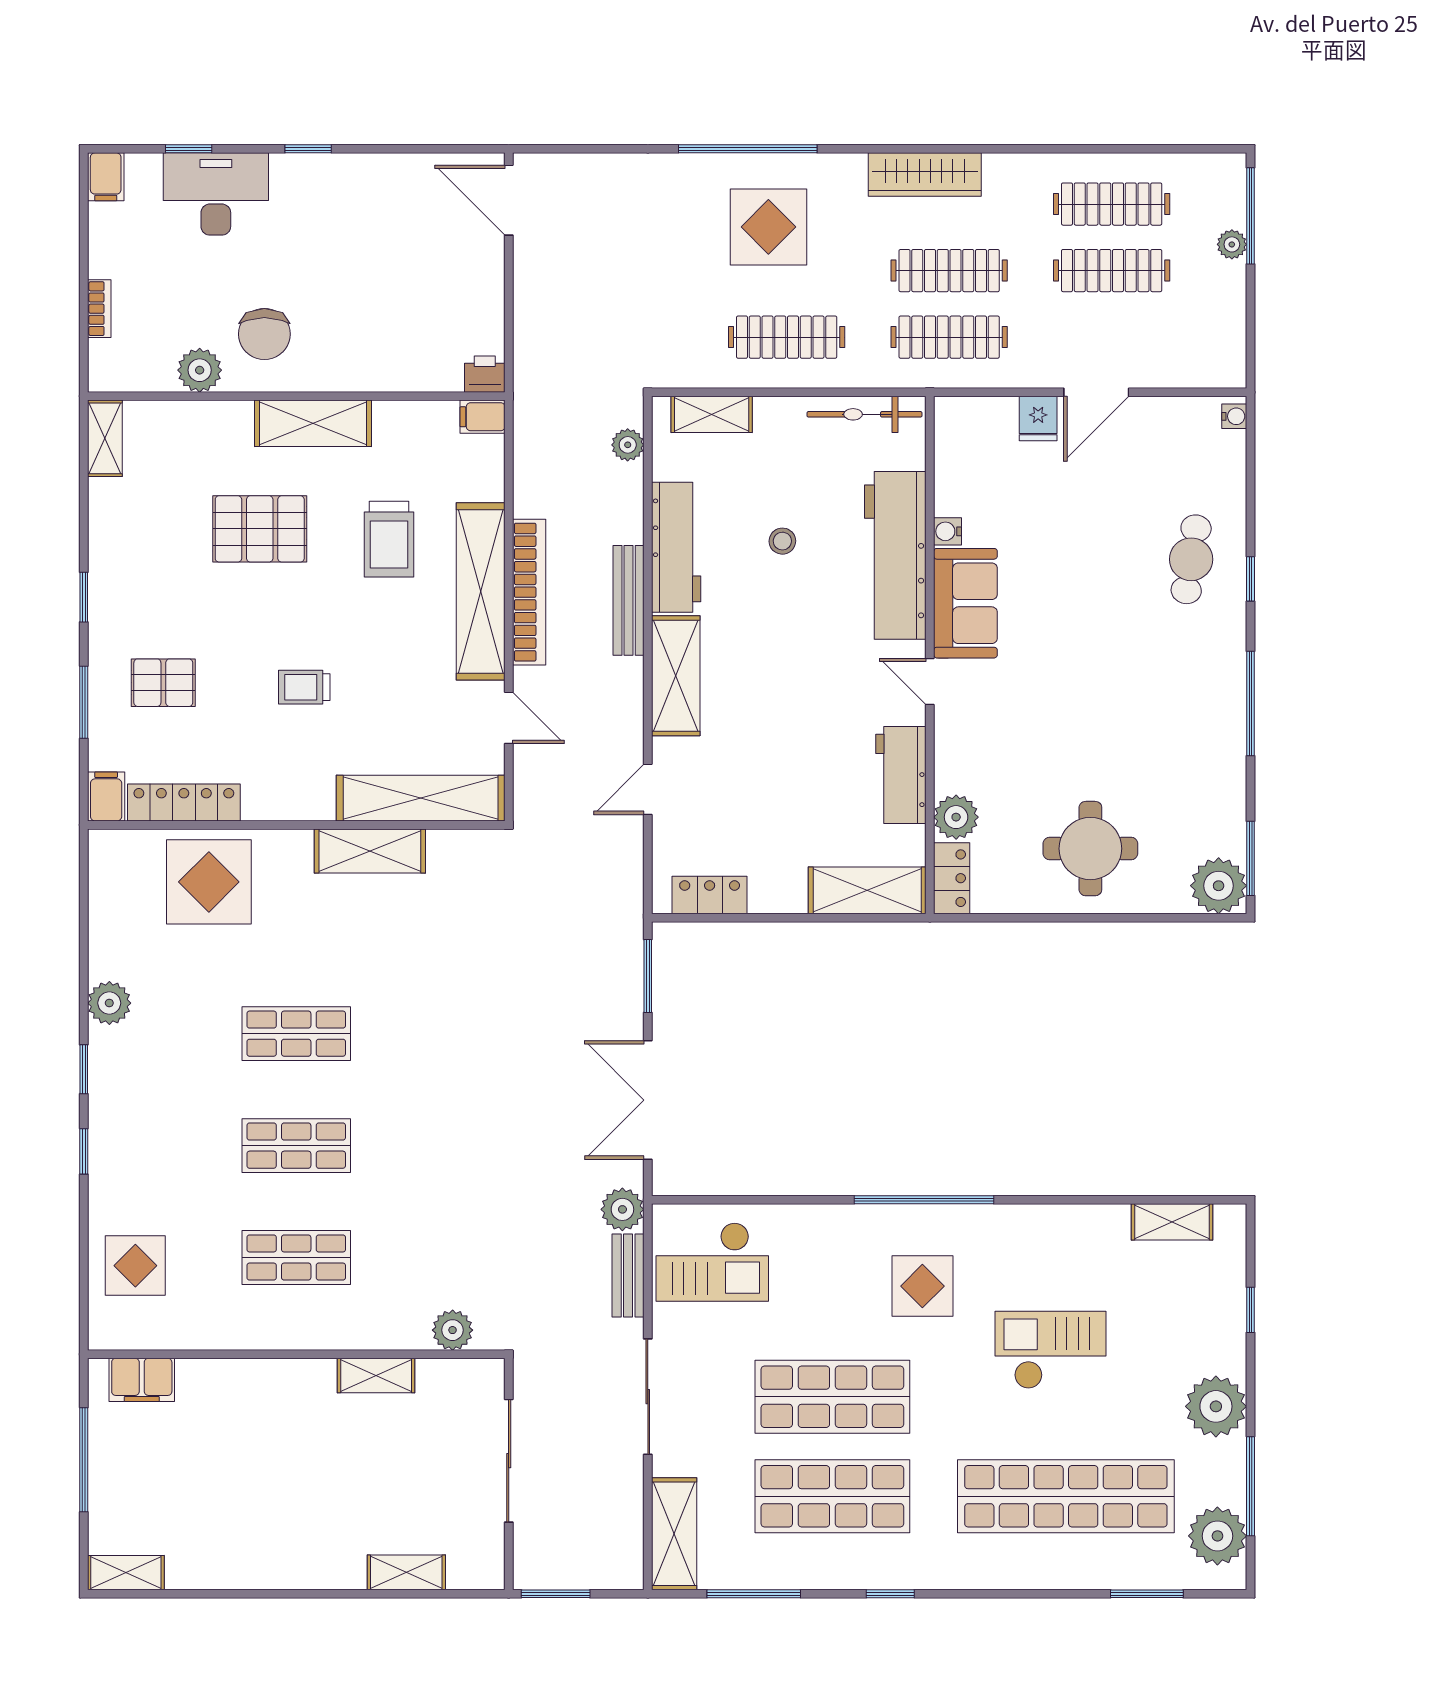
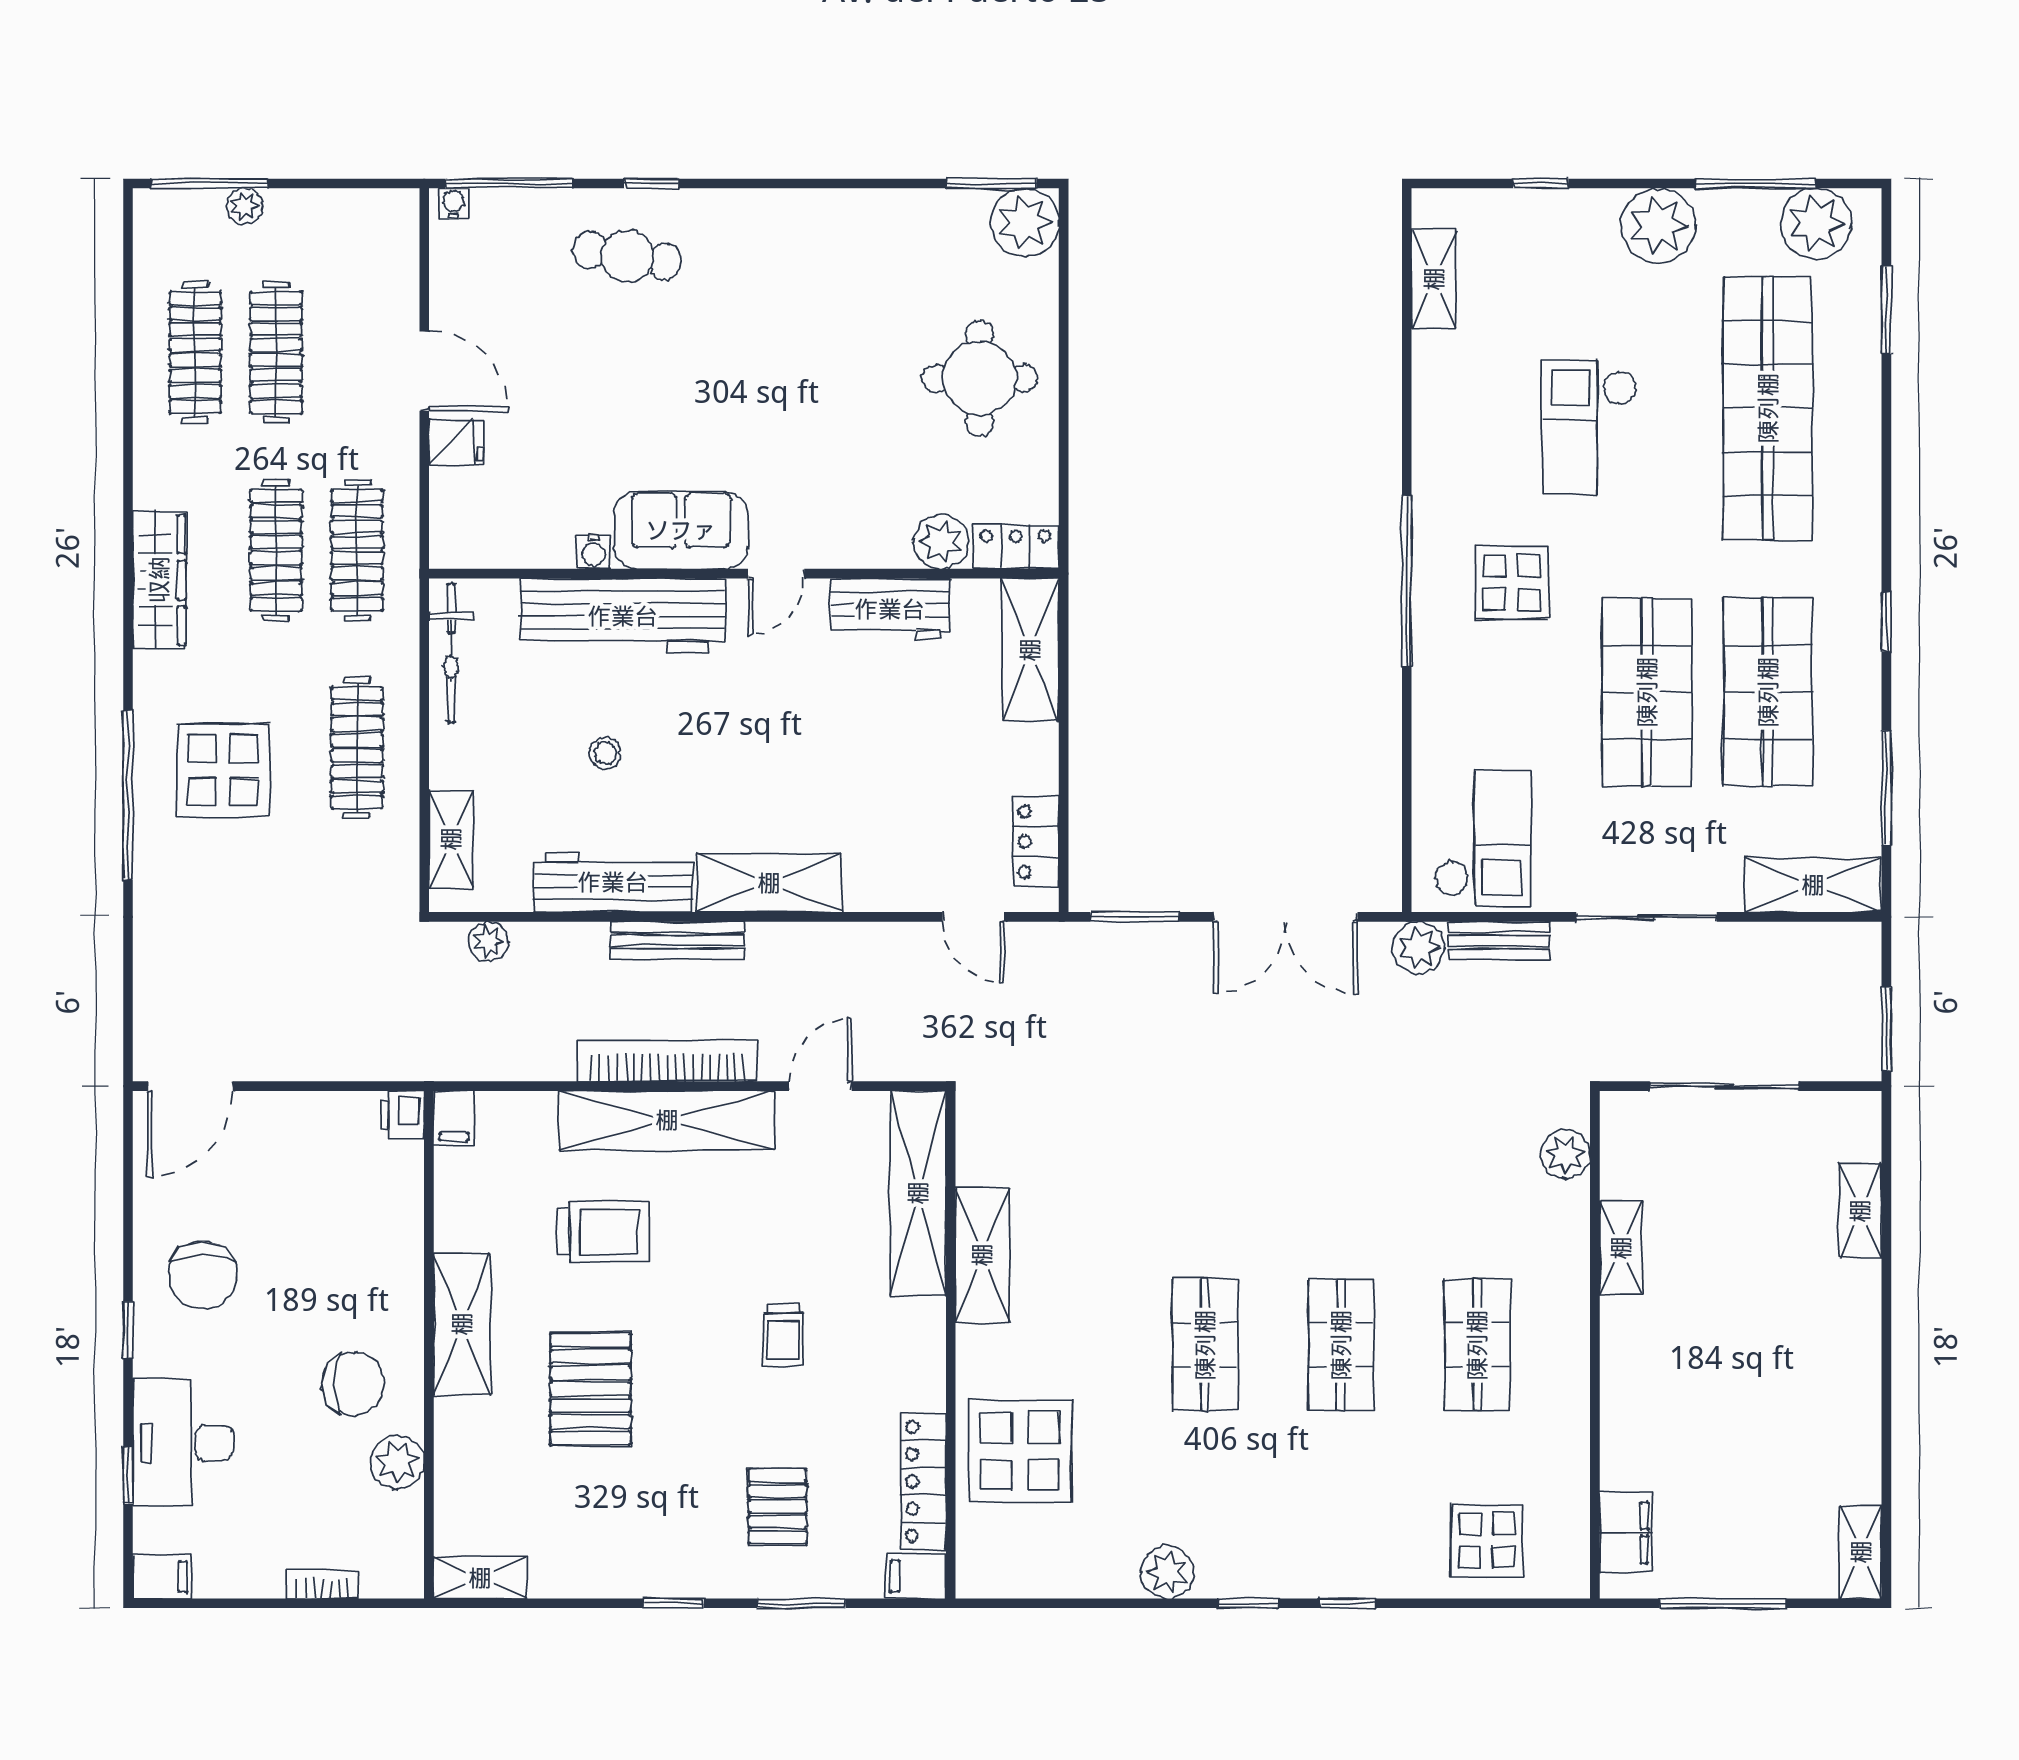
chair: (353, 210) -> (203, 1275), added
window: (1250, 703) -> (509, 183), moved
door: (648, 789) -> (973, 917), moved

